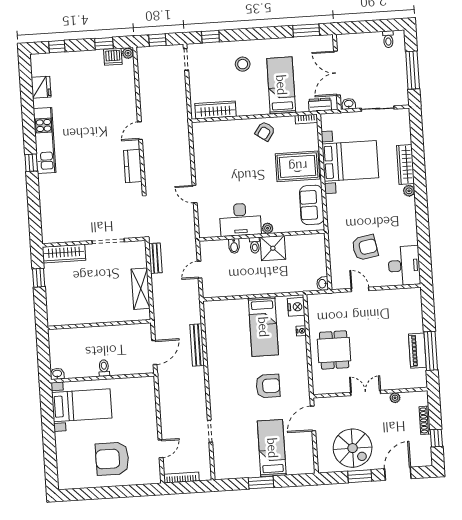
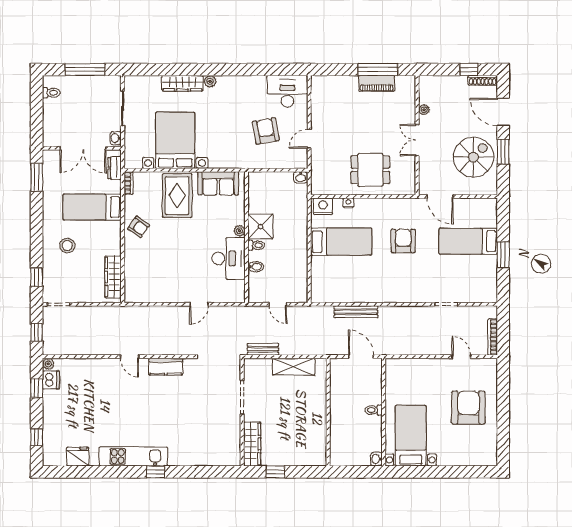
shoe rack: (425, 420) -> (483, 80), moved
armchair: (112, 459) -> (468, 408), turned 180

